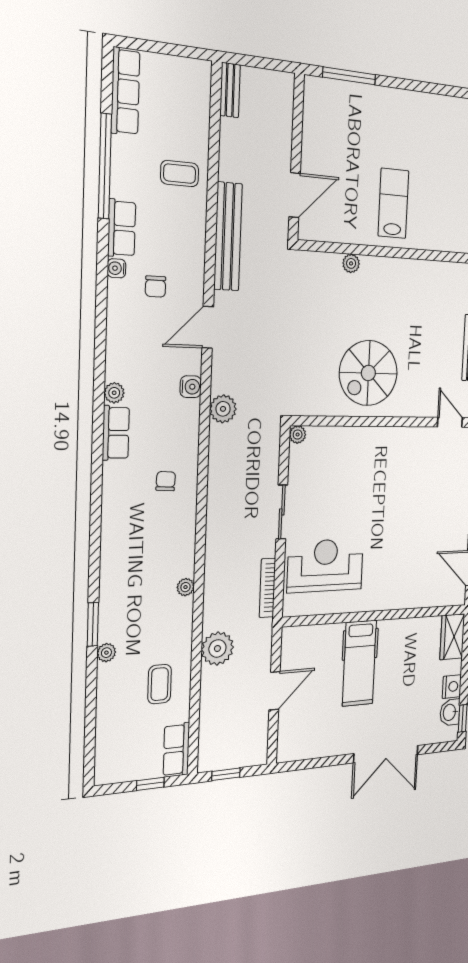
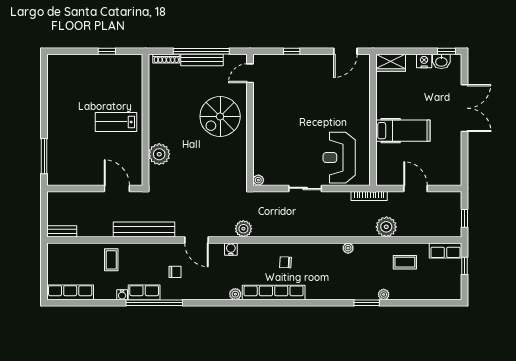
window: (105, 166) -> (154, 303), moved
plant: (351, 263) -> (159, 154), width x1.87, depth x1.87
water cooler: (116, 268) -> (122, 295), moved
spiral stairs: (368, 373) -> (220, 116), moved, turned 90
row of seats: (116, 433) -> (274, 293), width x2.02
bookcase: (267, 588) -> (369, 196), moved

